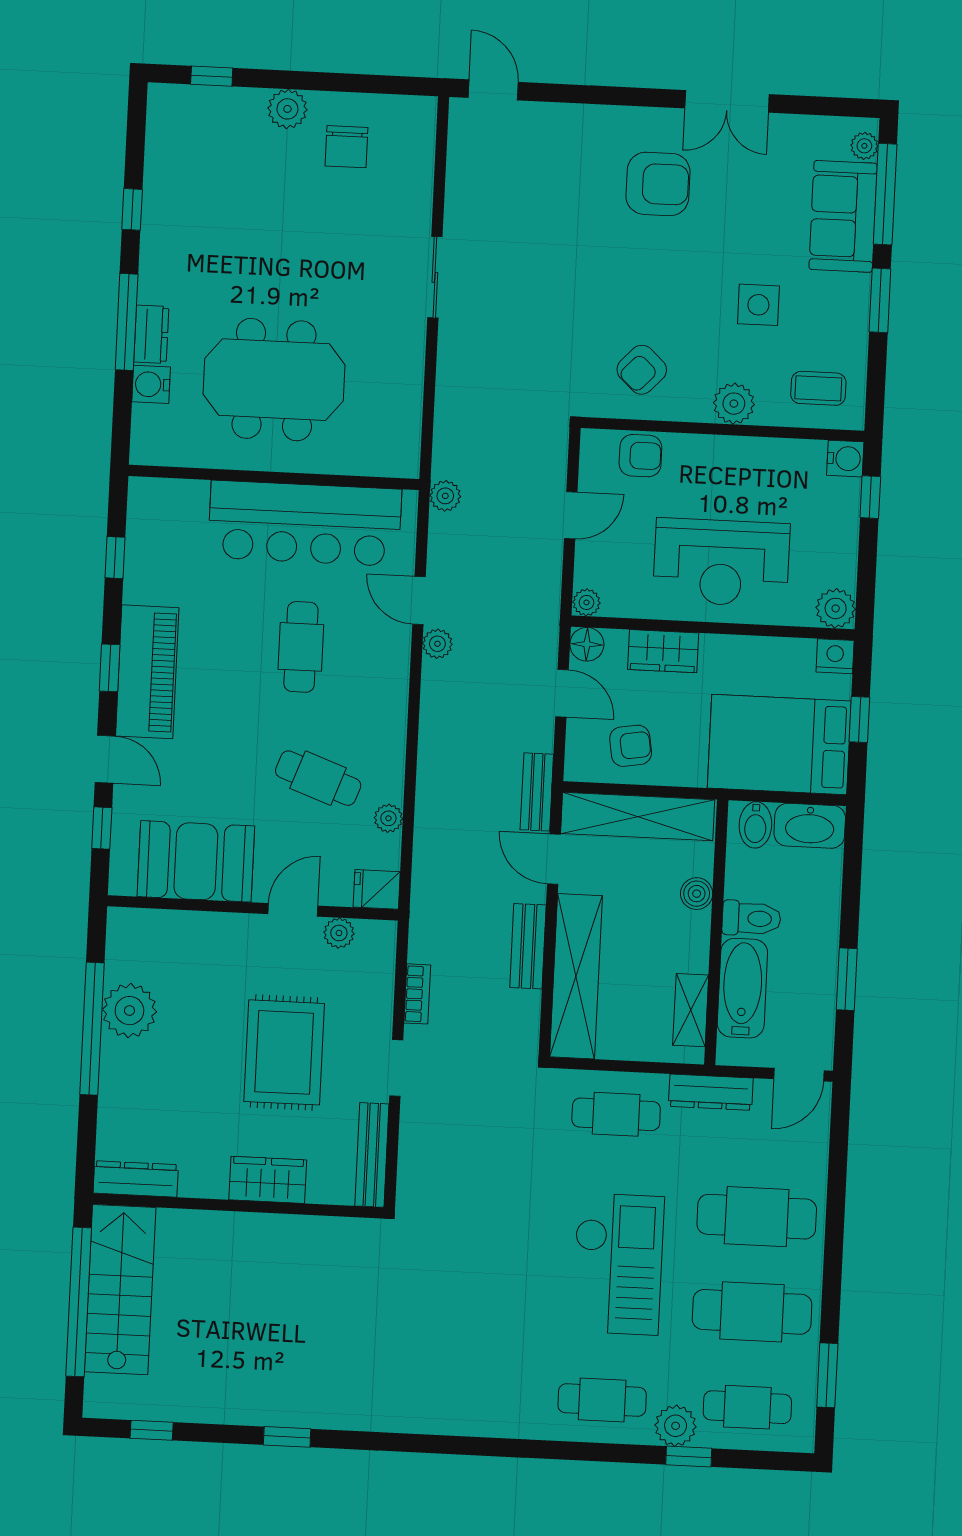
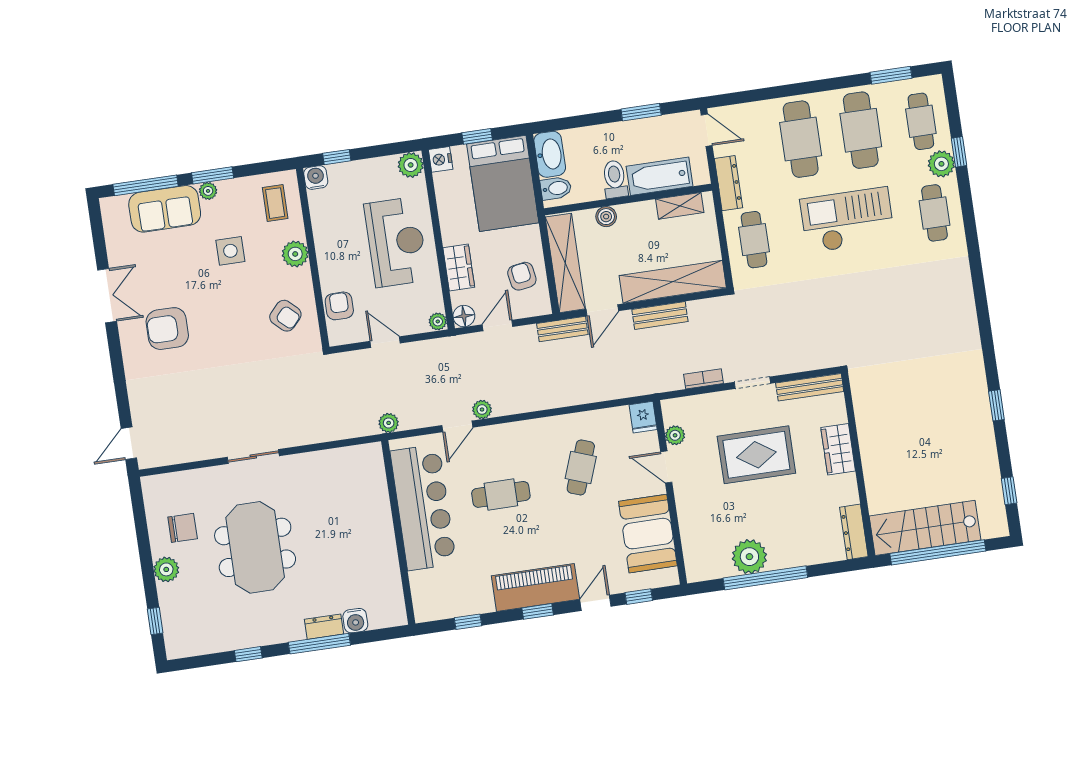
plant: (864, 146) -> (208, 191), moved
armchair: (658, 184) -> (167, 329), turned -90
meeting table: (274, 380) -> (255, 547), moved
plant: (388, 818) -> (597, 419), removed

